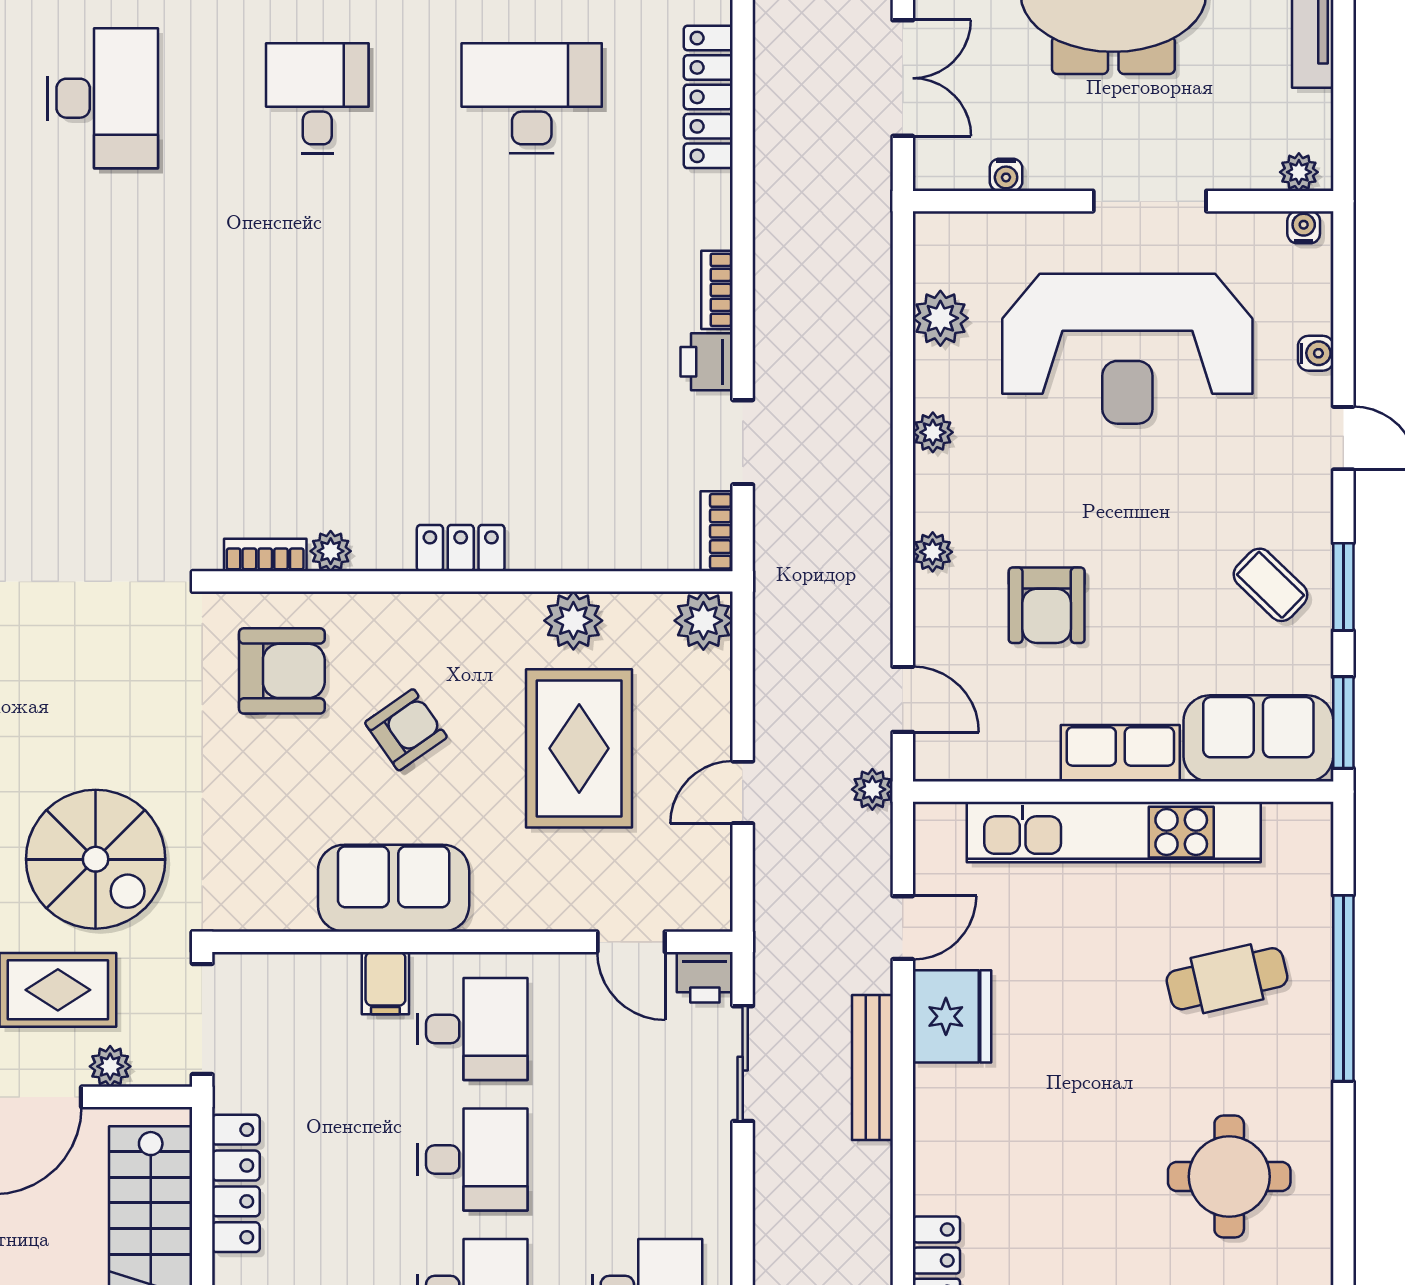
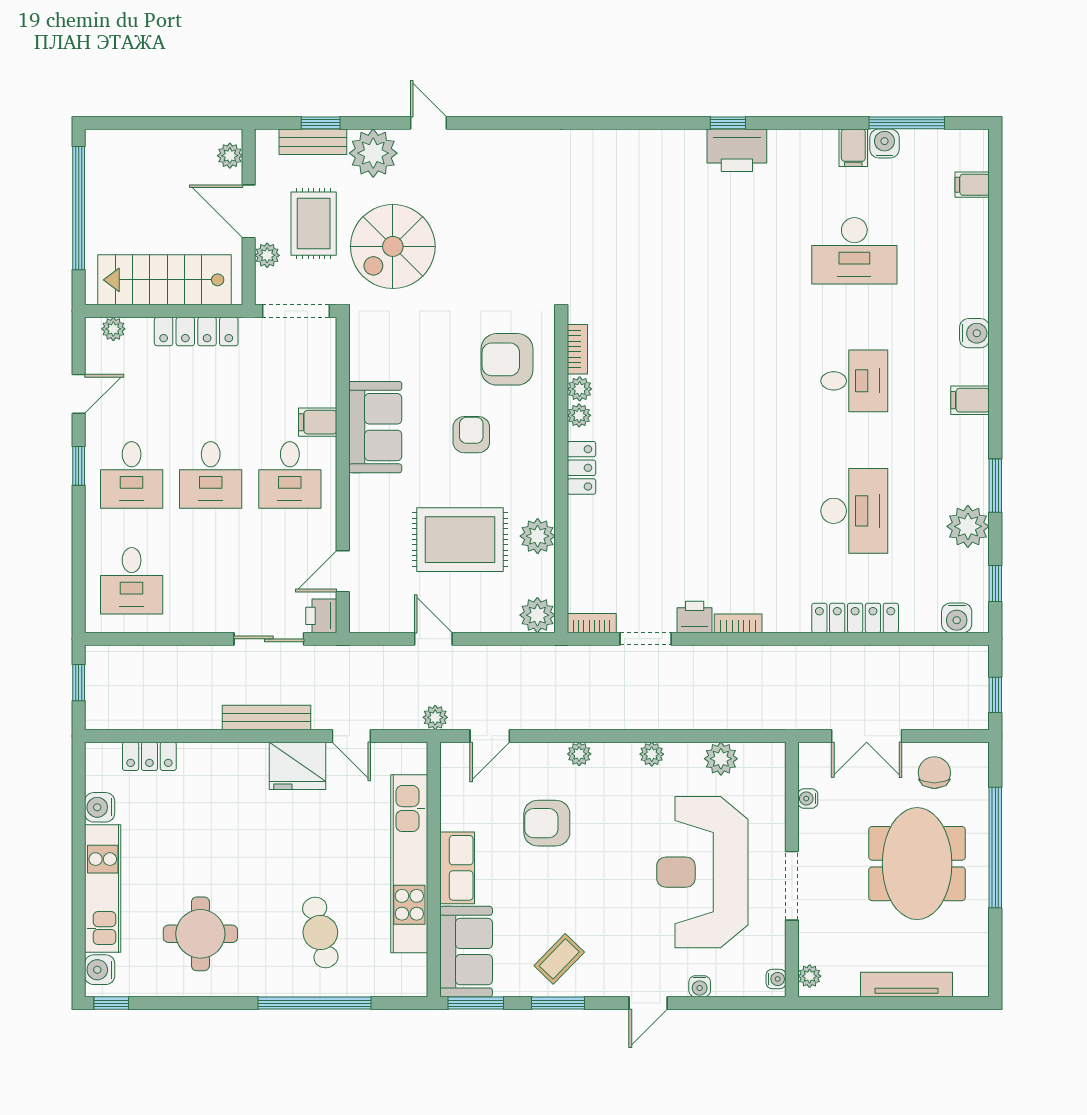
plant: (374, 552) -> (579, 415), added
armchair: (282, 671) -> (507, 359), turned 90
armchair: (406, 730) -> (471, 435), turned -145

